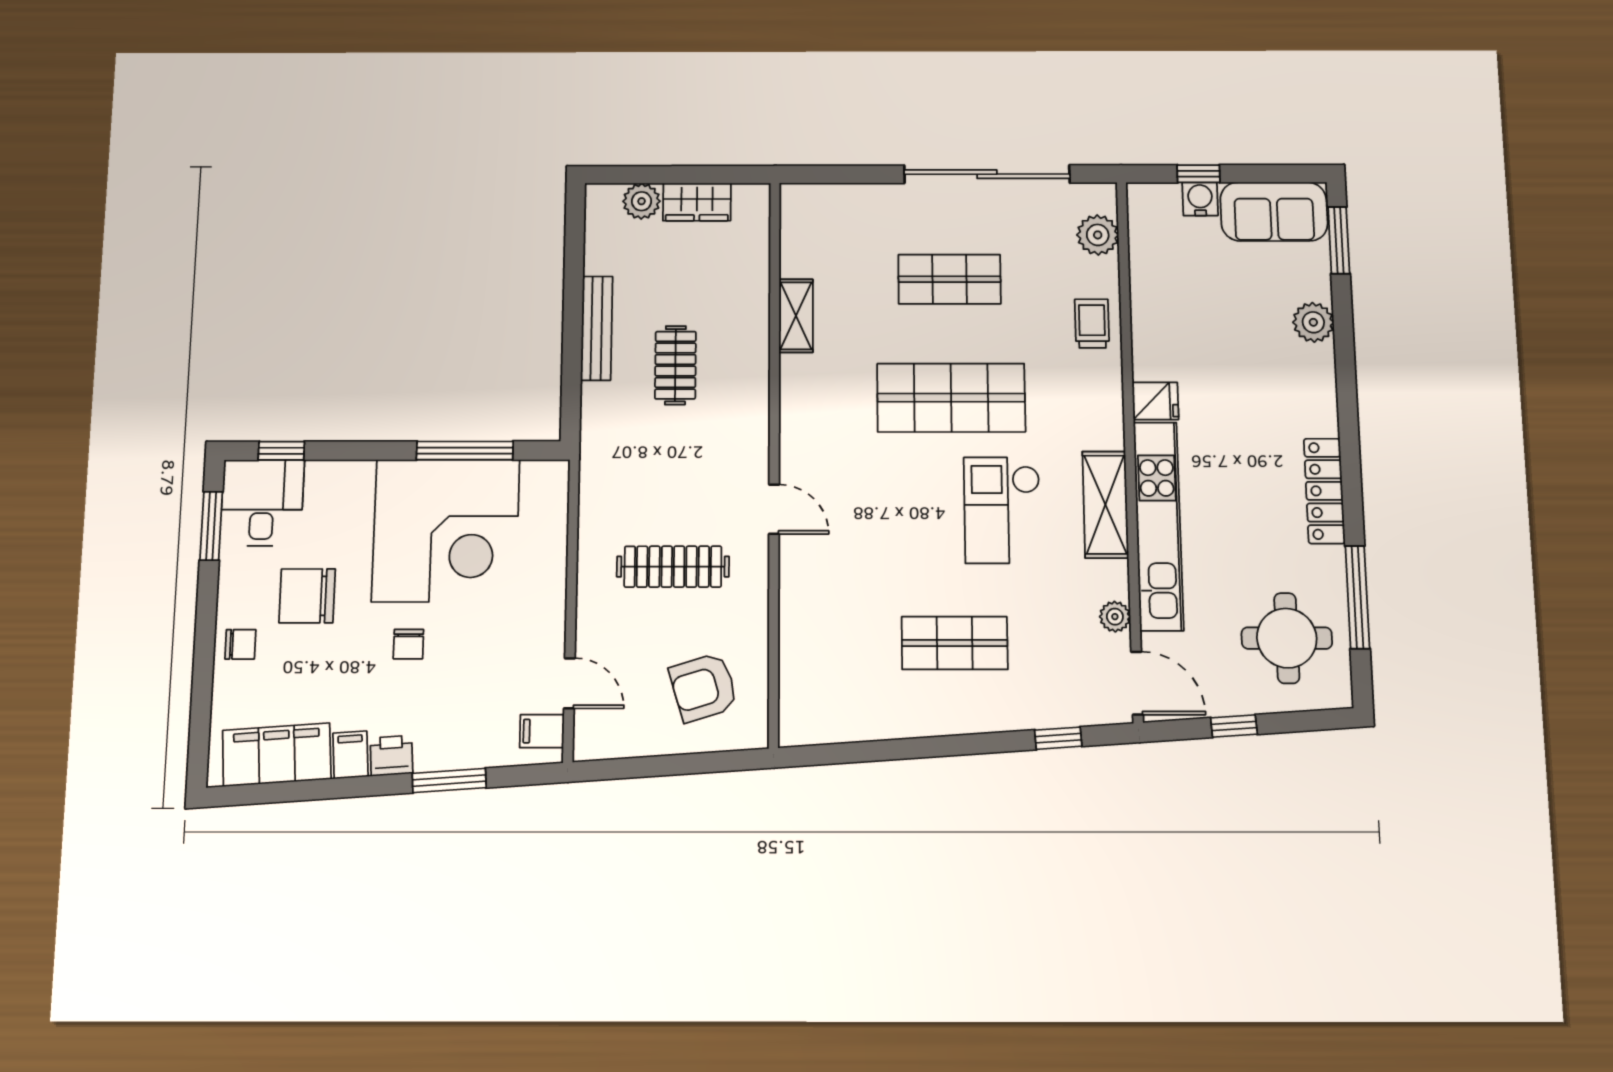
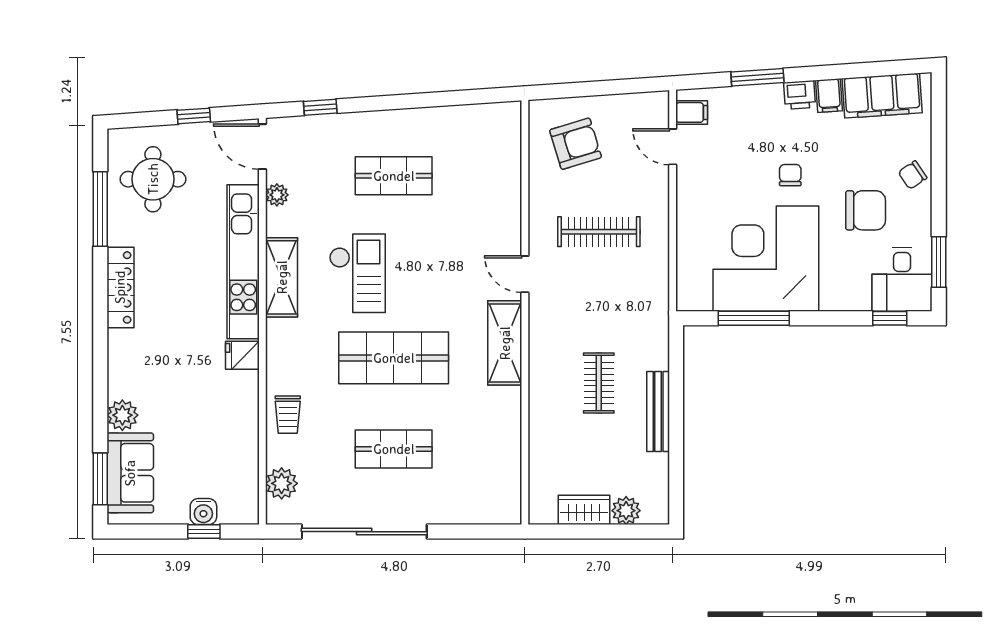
sofa: (1274, 212) -> (130, 473), moved, turned 90
shelving: (796, 316) -> (505, 343), moved, width x1.50, depth x1.33
chair: (240, 644) -> (913, 175), turned -34

